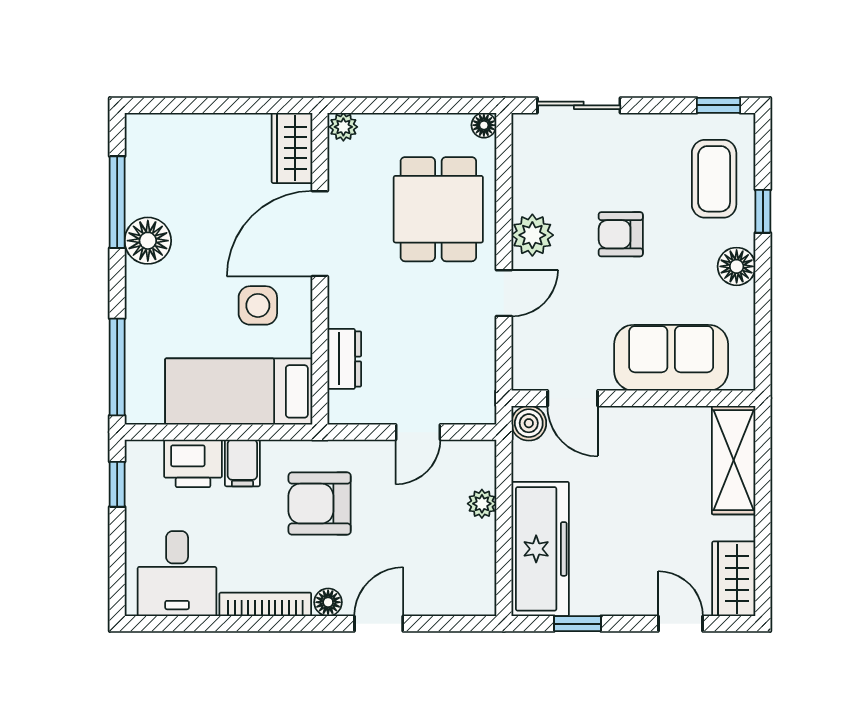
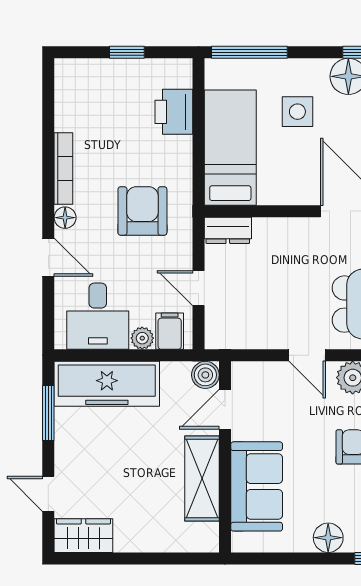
side table: (258, 305) -> (297, 112), moved
dresser: (344, 359) -> (228, 230), moved
shelving: (734, 460) -> (202, 478), moved, turned 90
filing cabinet: (242, 463) -> (170, 331), moved, turned 90
window: (117, 484) -> (127, 52), moved
desk: (177, 574) -> (98, 316), moved, turned -90
window: (578, 624) -> (48, 413), width x1.50
door: (680, 624) -> (48, 494), swing flipped

